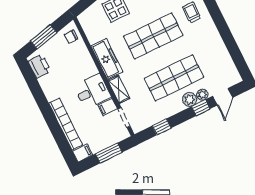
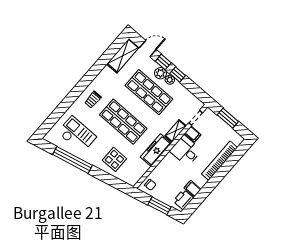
shelving: (226, 66) -> (123, 56), added
plant: (202, 95) -> (170, 80), moved
window: (162, 127) -> (178, 74), moved
filing cabinet: (83, 153) -> (193, 189), moved

